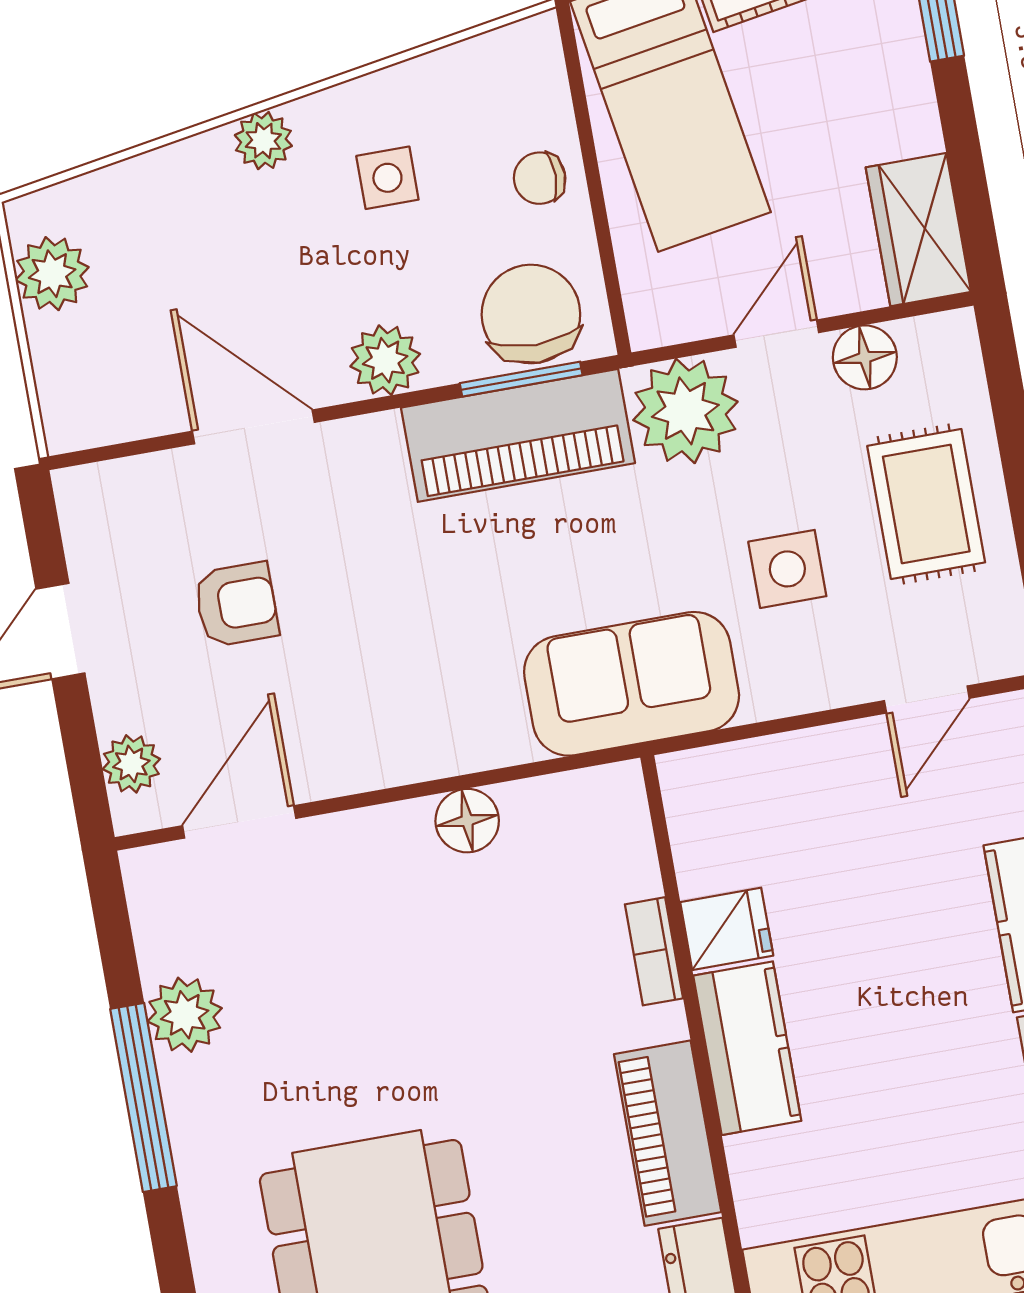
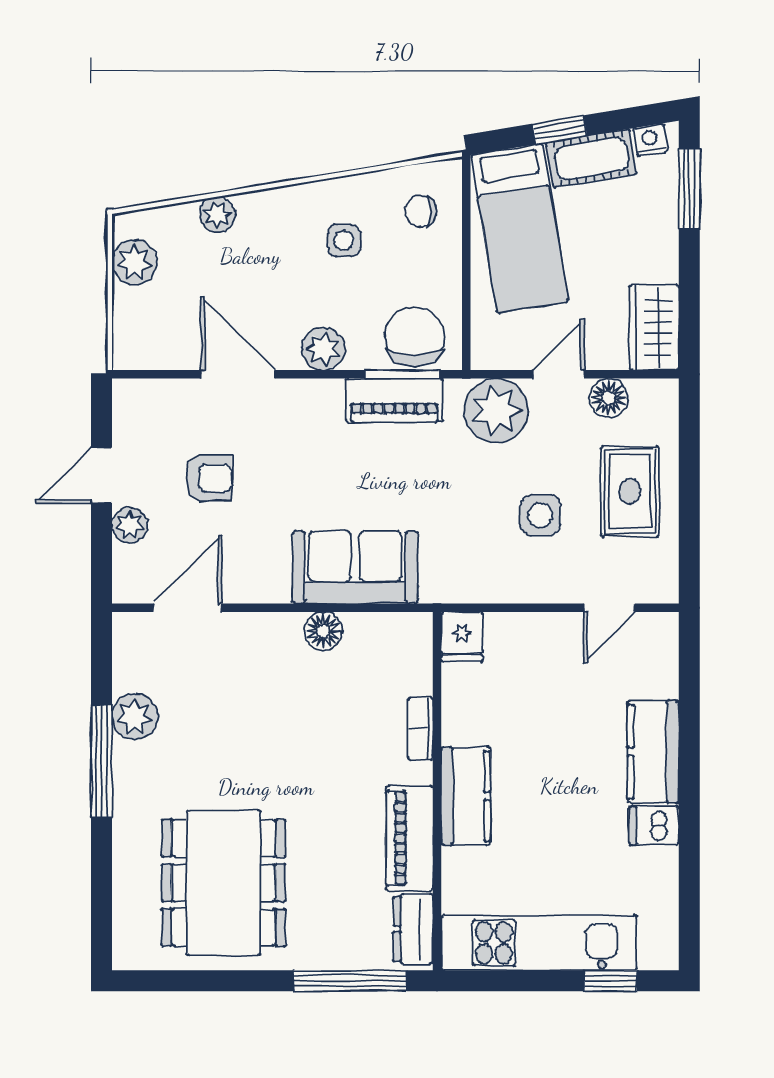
plant: (263, 141) -> (217, 215), moved
chair: (540, 178) -> (421, 211), moved
piano: (518, 435) -> (394, 400), width x0.73, depth x0.75
sofa: (632, 684) -> (355, 567), moved
plant: (131, 764) -> (130, 525), moved
fridge: (727, 929) -> (462, 637), moved, turned 90

